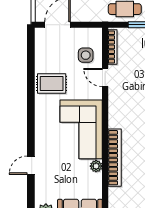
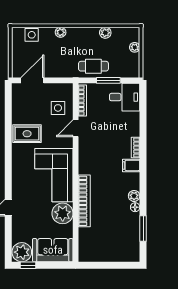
door: (105, 78) -> (76, 128), hinge flipped
plant: (96, 166) -> (63, 213), width x1.87, depth x1.87

